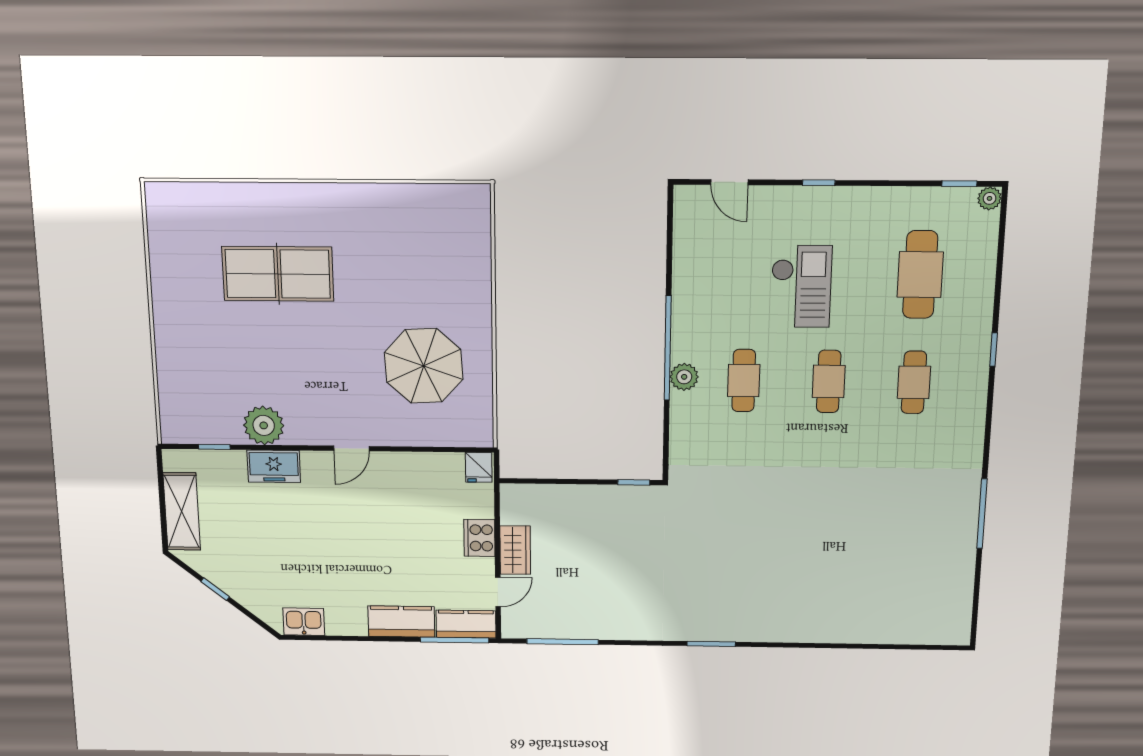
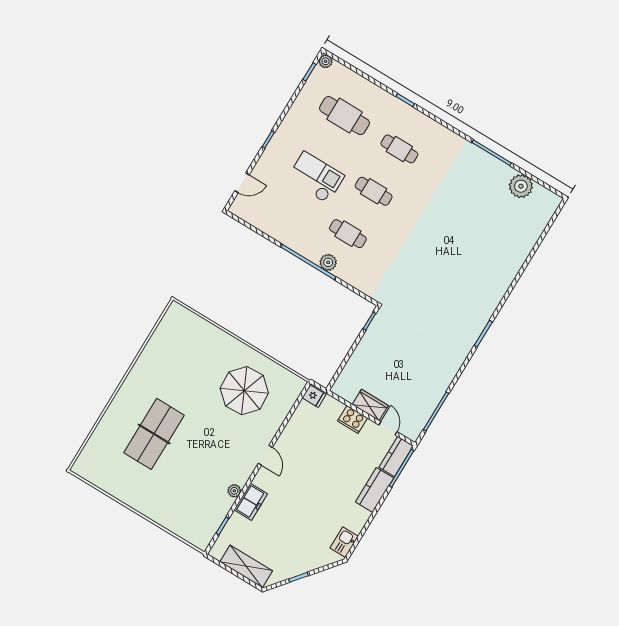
plant: (264, 425) -> (234, 491), width x0.53, depth x0.53
plant: (955, 580) -> (521, 186), added

